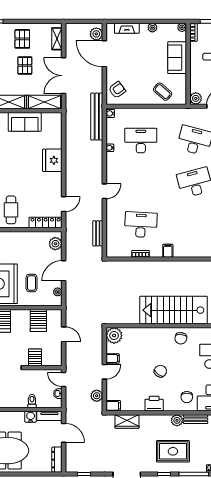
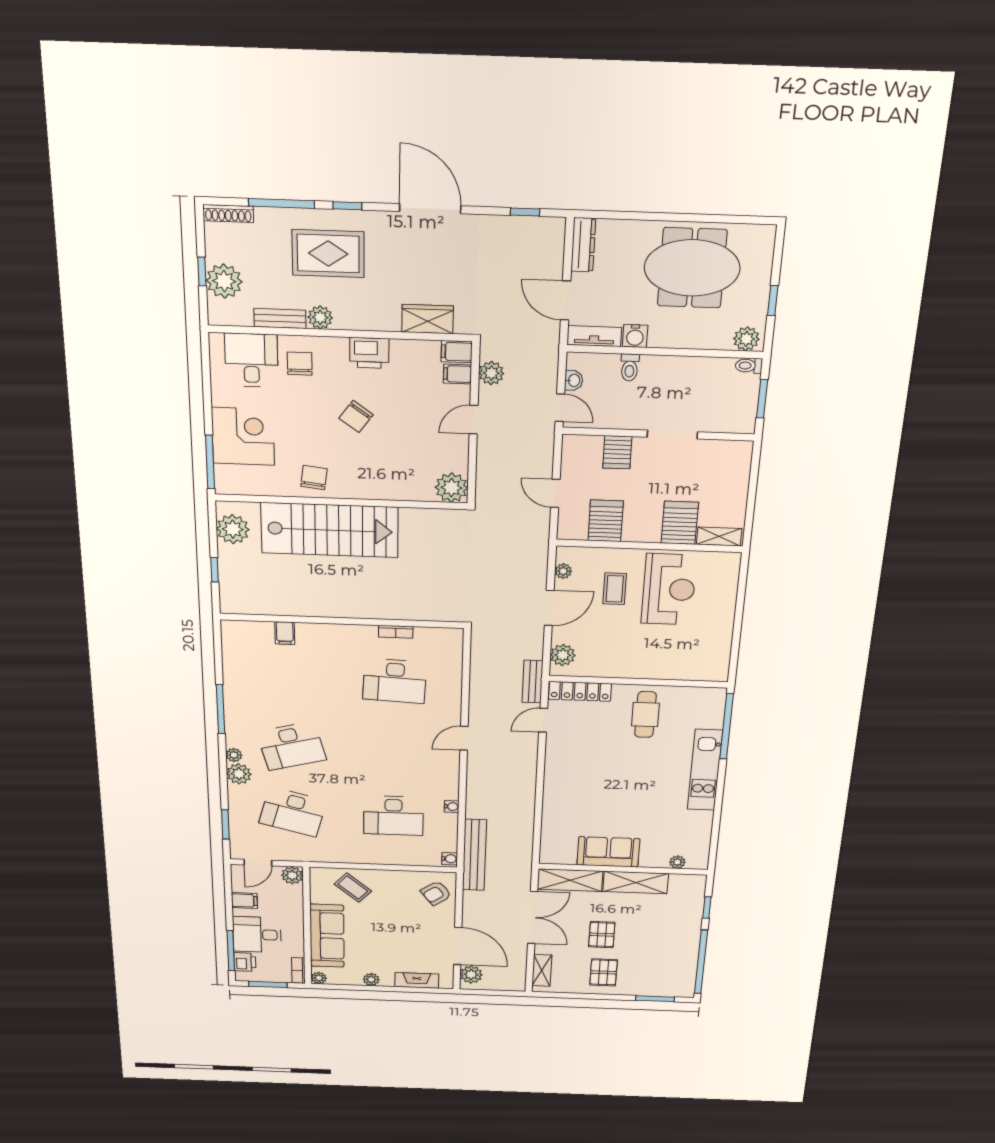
sofa: (177, 58) -> (327, 936), width x1.36
fridge: (52, 160) -> (561, 791), removed
bench: (98, 233) -> (532, 682), moved
filing cabinet: (168, 251) -> (285, 633), moved
filing cabinet: (113, 358) -> (457, 374), moved

